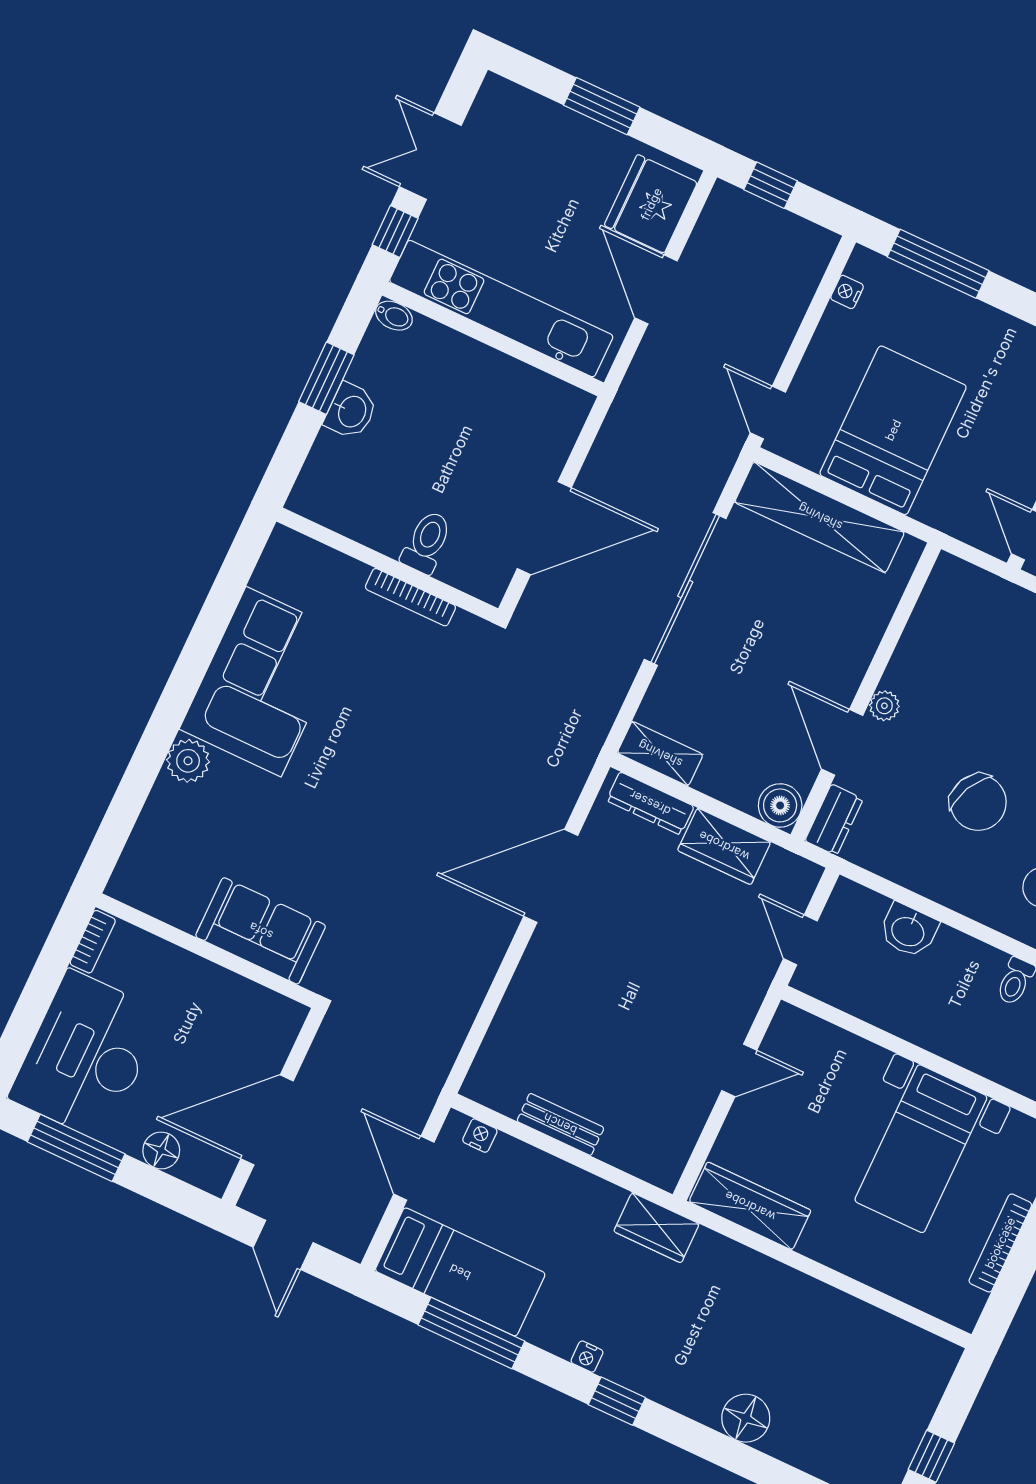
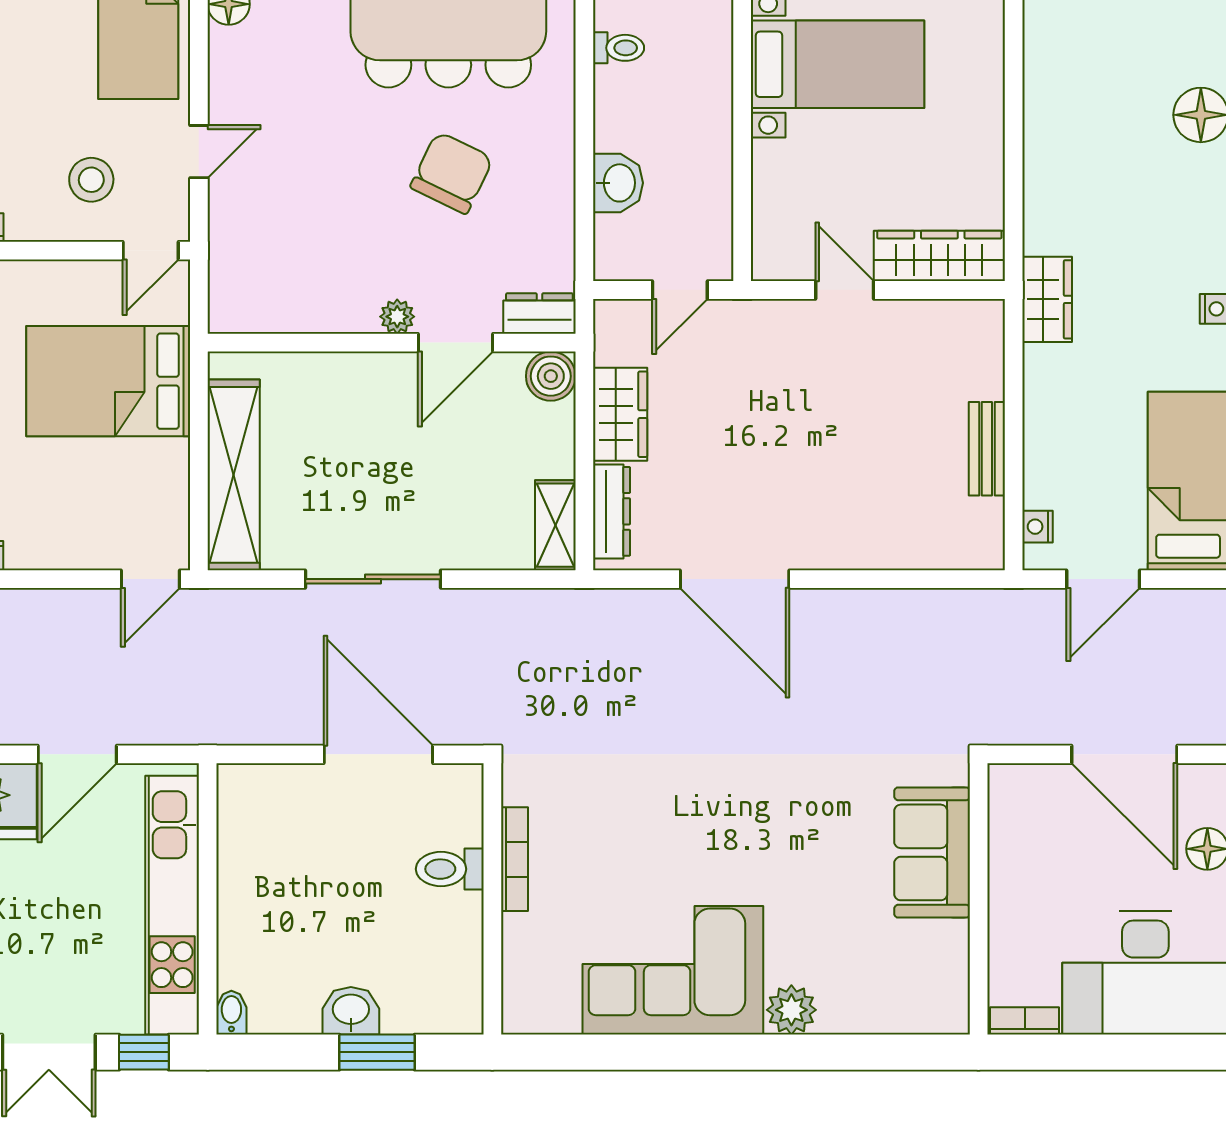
window: (326, 378) -> (377, 1052), moved
bed: (893, 430) -> (108, 381), moved
sliding door: (685, 589) -> (373, 579), width x0.73
wardrobe: (750, 1206) -> (939, 256), moved, turned 90

